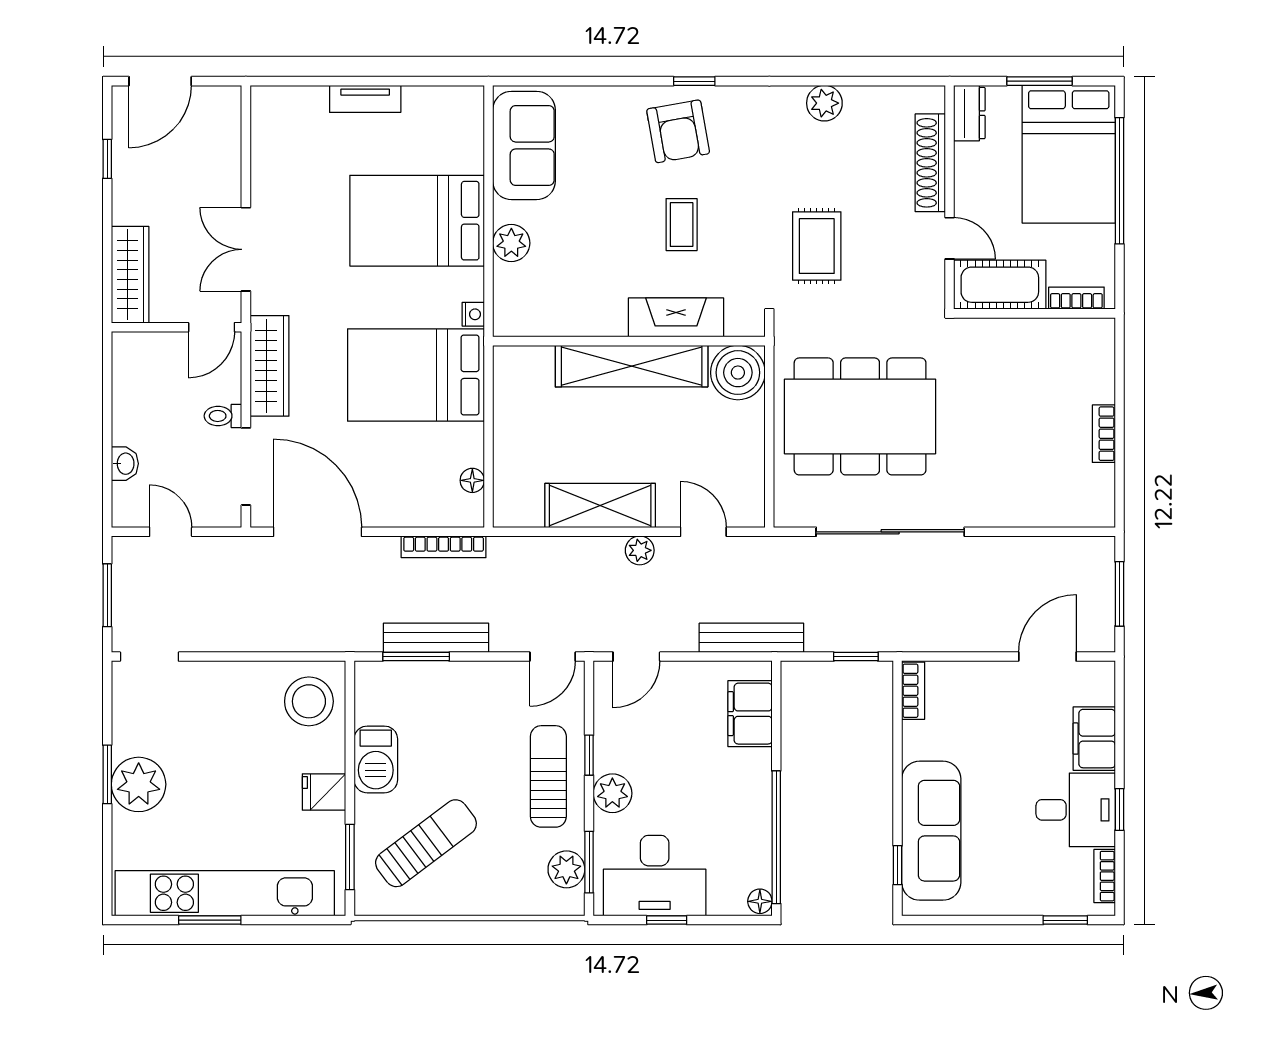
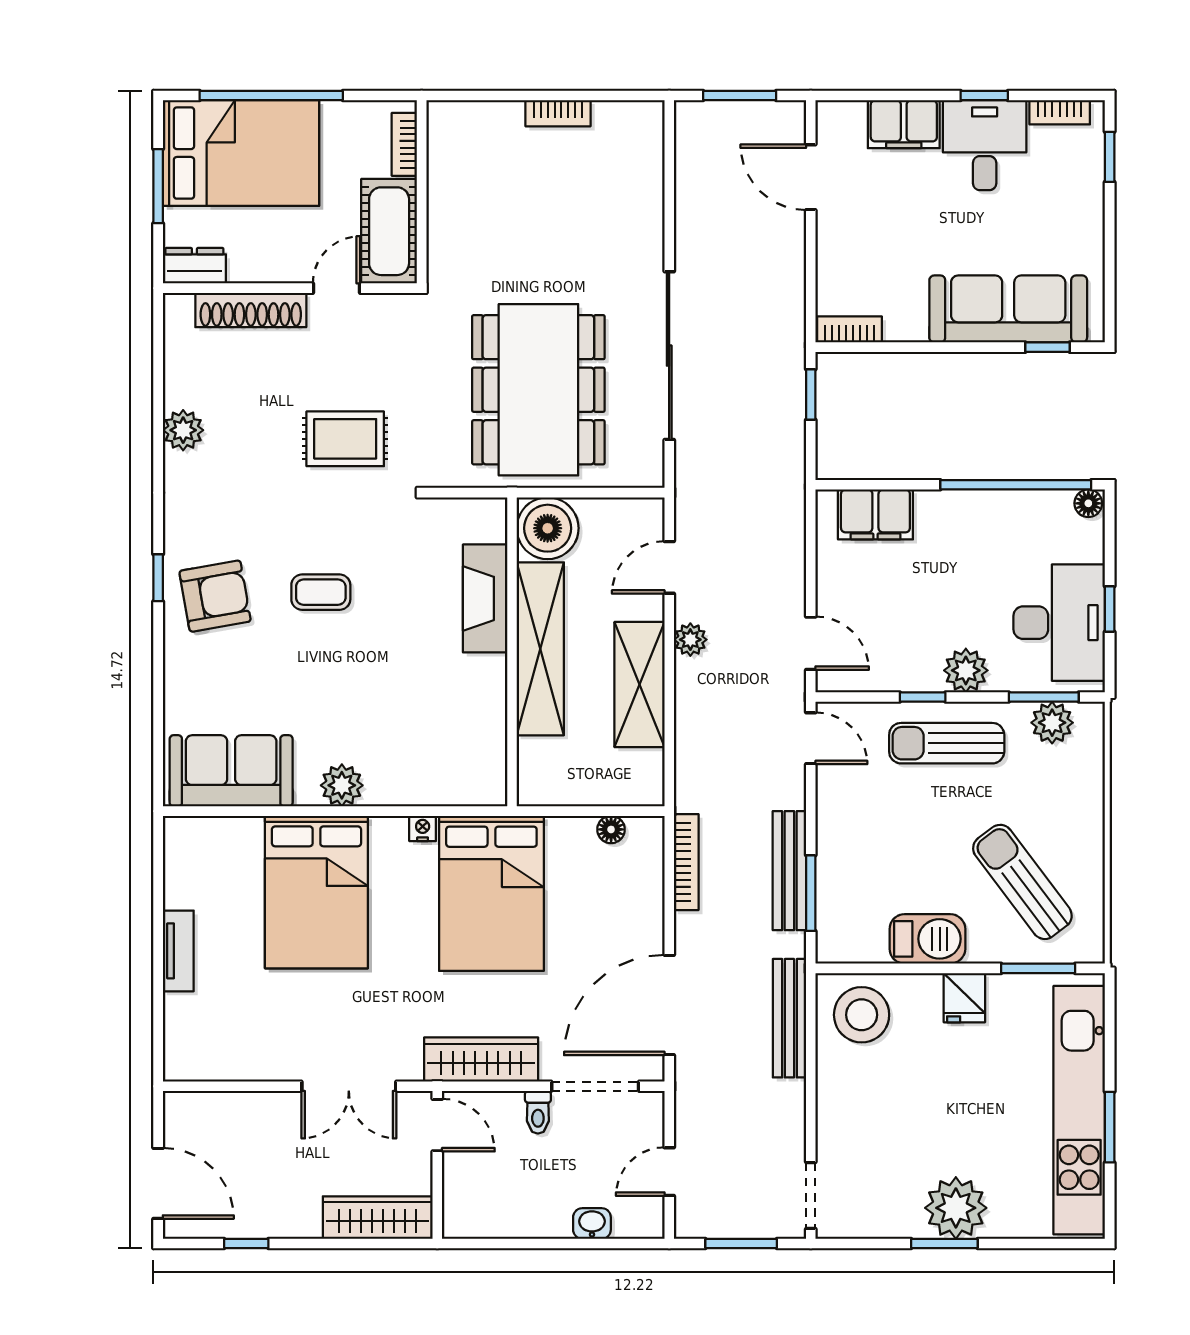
fireplace: (676, 317) -> (485, 598), moved
wall: (629, 341) -> (512, 652), moved
shelving: (632, 366) -> (540, 649), moved
boiler: (738, 373) -> (548, 528), moved
bench: (751, 638) -> (789, 1018), moved

